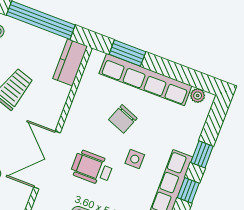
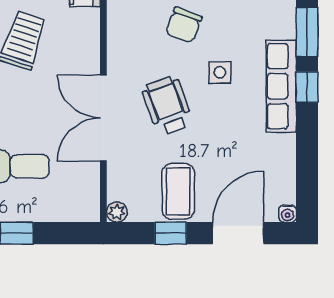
window: (202, 154) -> (307, 32), width x1.50
wheelchair: (92, 168) -> (167, 106), turned 70

